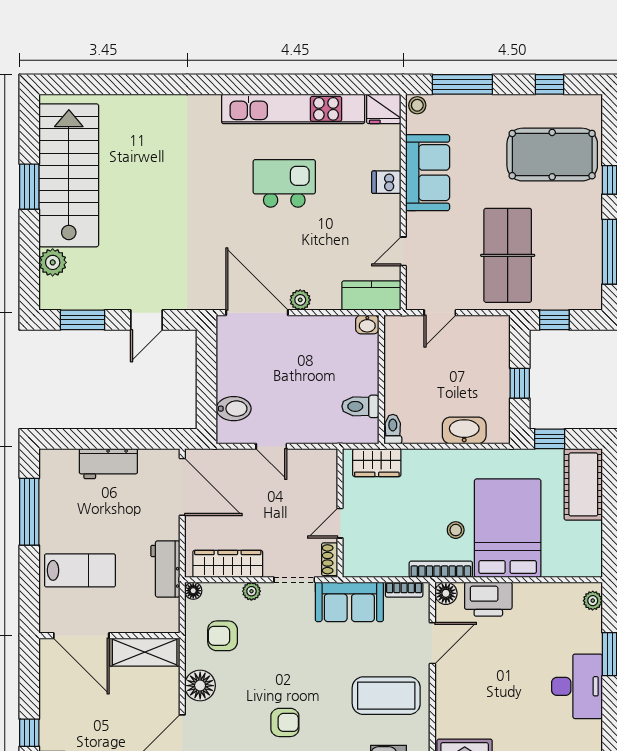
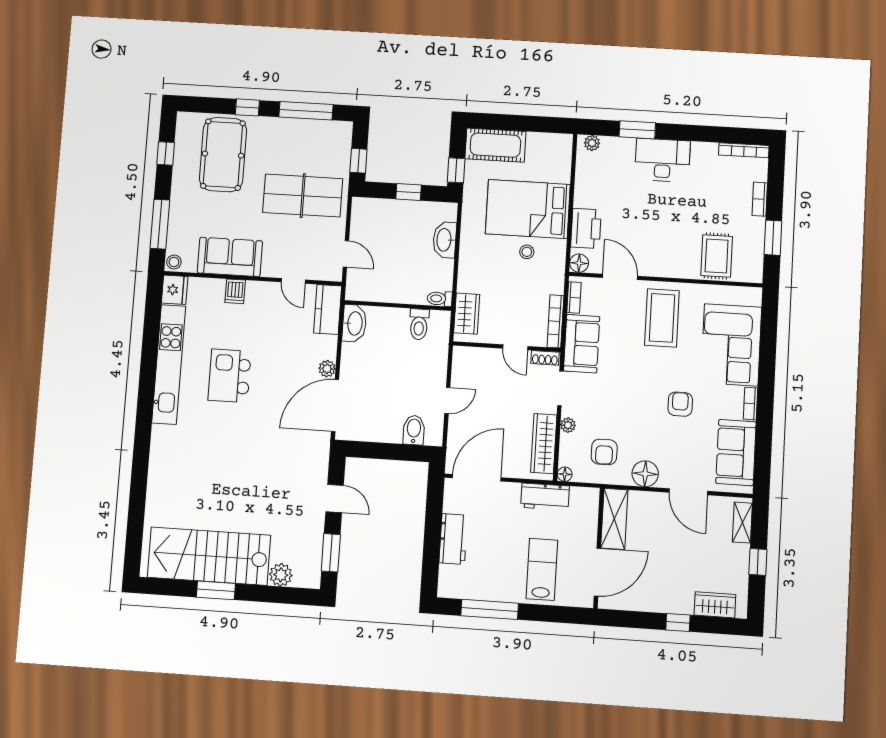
washbasin: (367, 324) -> (354, 323), width x1.91, depth x1.45
bookcase: (441, 569) -> (555, 321), moved

